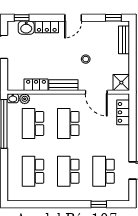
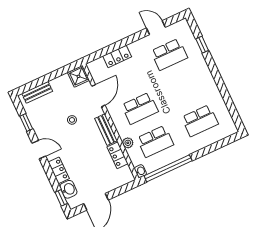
window: (113, 18) -> (26, 123), moved
plant: (25, 99) -> (128, 143), moved
locker: (123, 112) -> (117, 56), moved
school desk: (68, 171) -> (185, 88), removed

